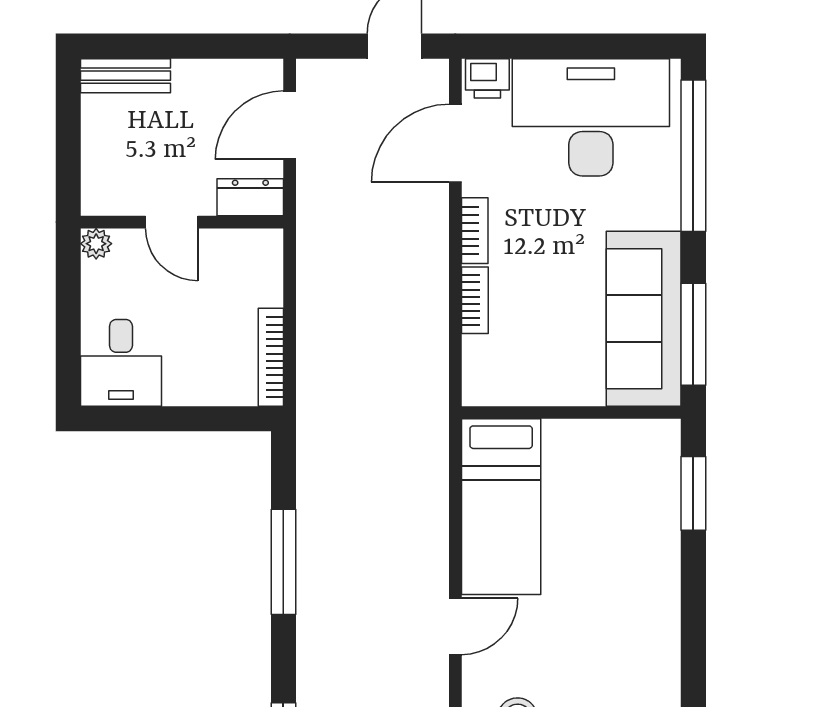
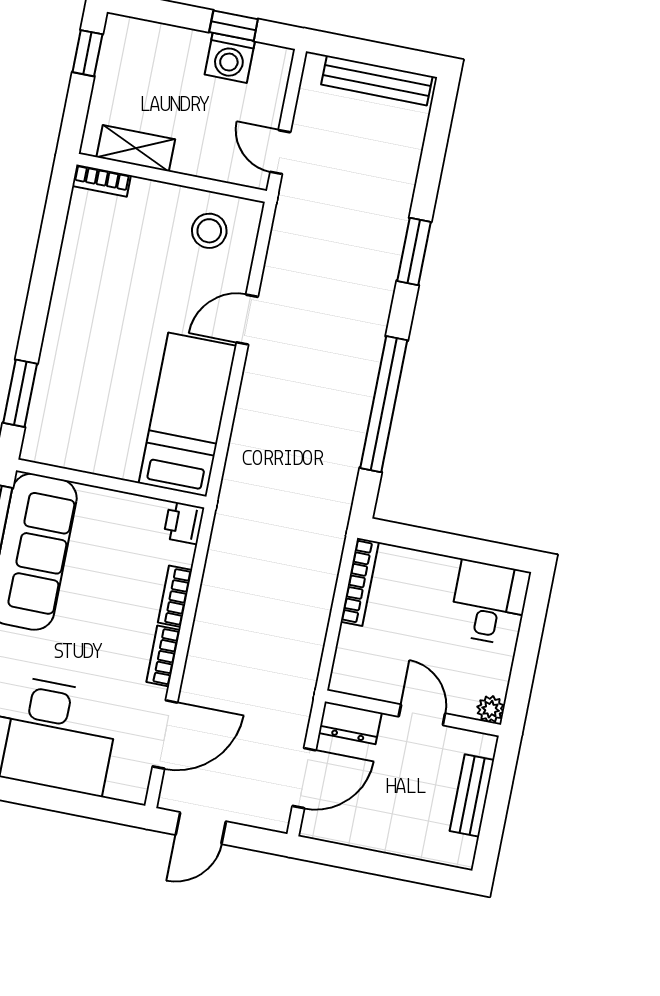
bench: (126, 76) -> (472, 795), moved, turned 90
printer: (487, 78) -> (184, 523), moved, turned -90
window: (283, 562) -> (384, 404), width x1.46

